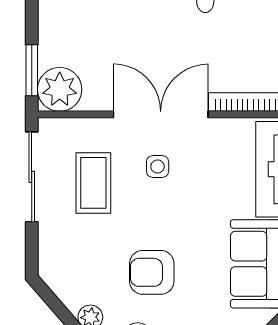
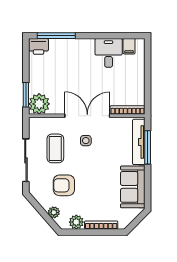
sliding door: (32, 177) -> (26, 160), moved
armchair: (152, 272) -> (64, 185), moved

